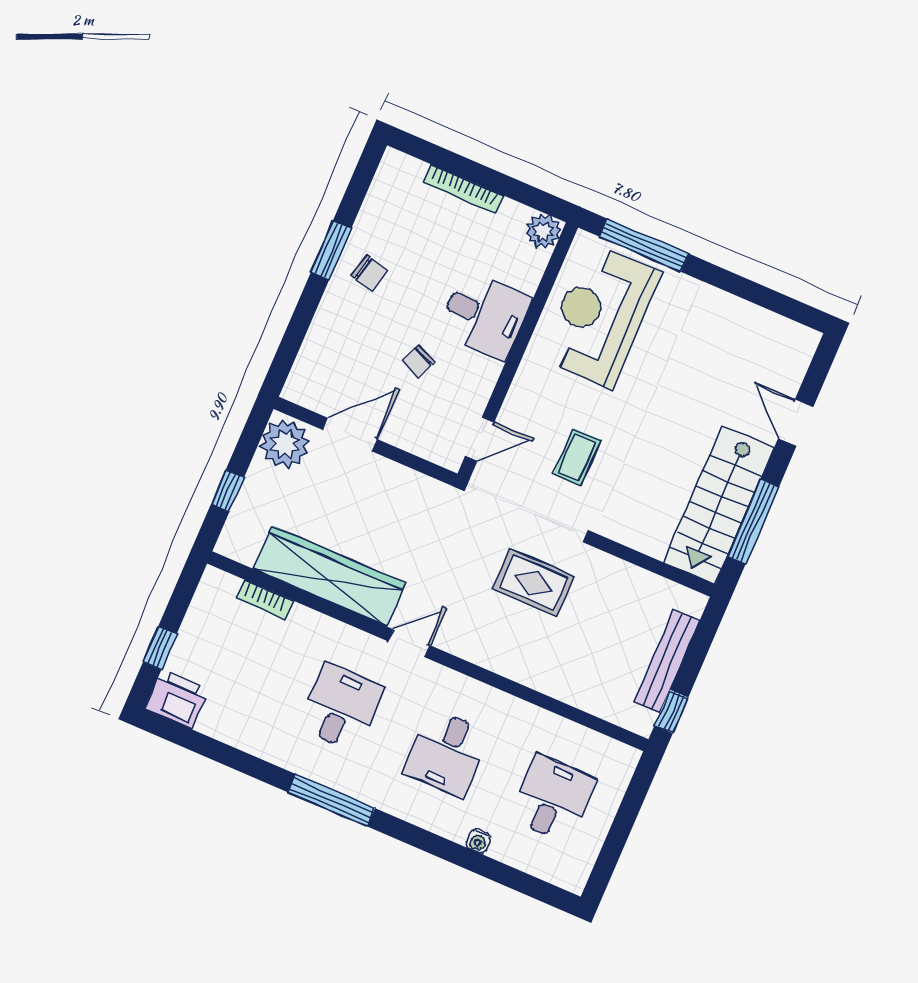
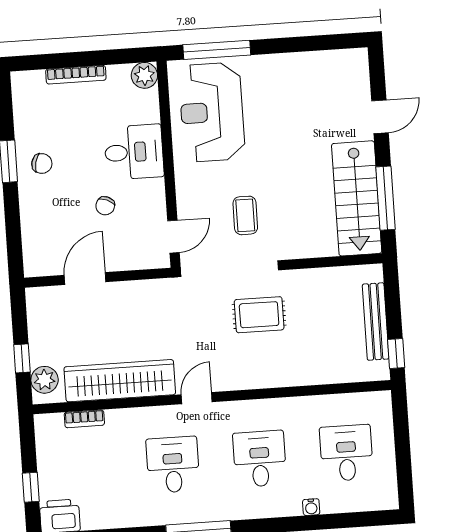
door: (796, 423) -> (380, 117), swing flipped
plant: (285, 444) -> (45, 380), moved, width x0.73, depth x0.73
desk: (447, 753) -> (260, 459), turned 180

